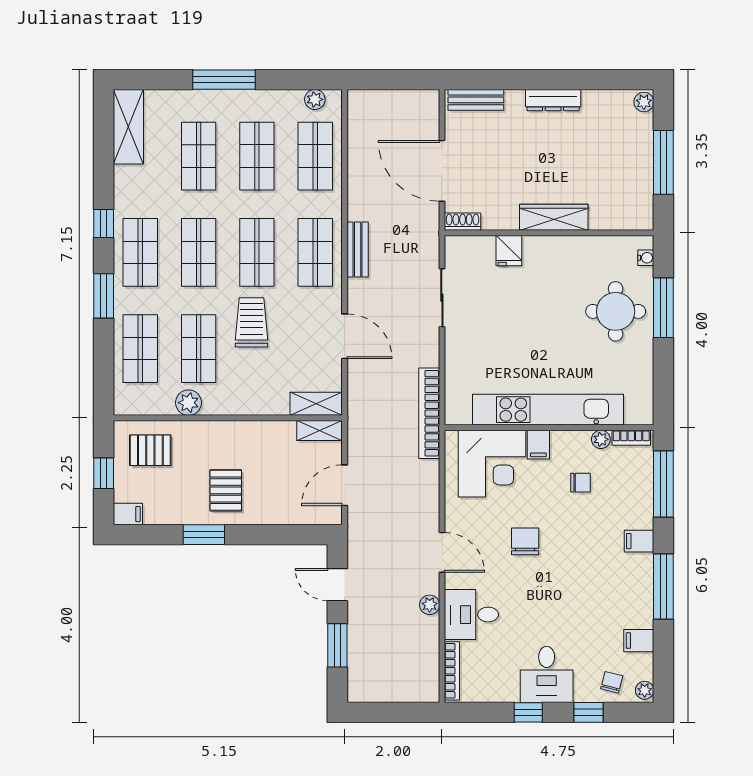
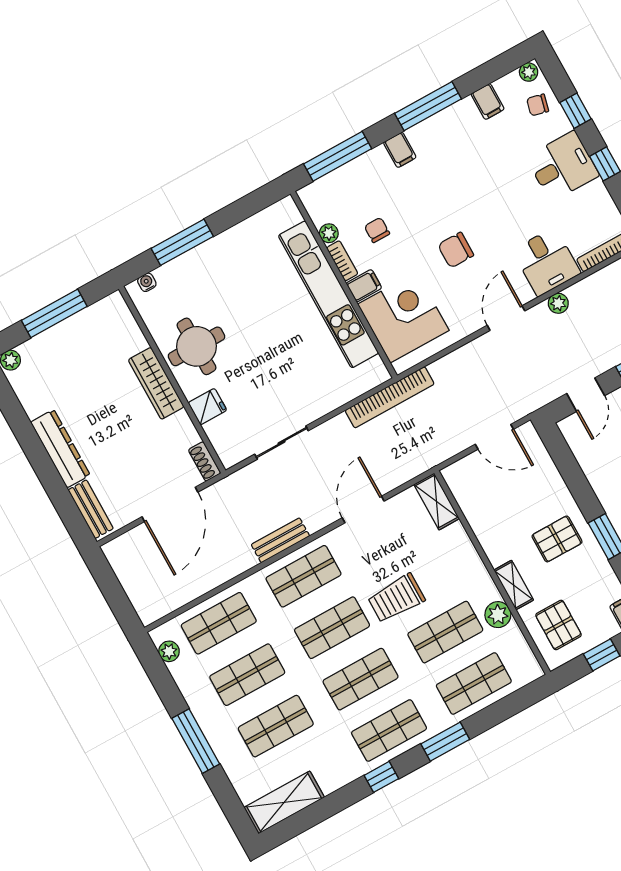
dresser: (553, 100) -> (60, 449), width x1.37, depth x1.24
round table: (616, 311) -> (196, 346), moved
shelving: (320, 431) -> (514, 585), moved
bookcase: (631, 438) -> (342, 261), moved

